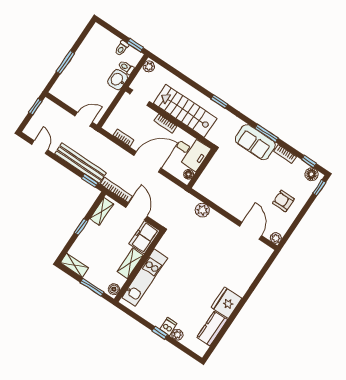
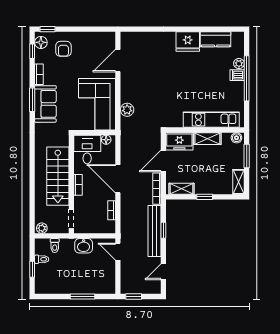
window: (135, 45) -> (32, 269), moved
washbasin: (118, 80) -> (84, 246), moved
window: (219, 102) -> (32, 154), removed
window: (90, 181) -> (163, 230), moved
corner sofa: (225, 187) -> (97, 104), added
armchair: (283, 201) -> (63, 49), moved
plant: (276, 238) -> (110, 37), removed
window: (160, 333) -> (247, 78), width x3.17

